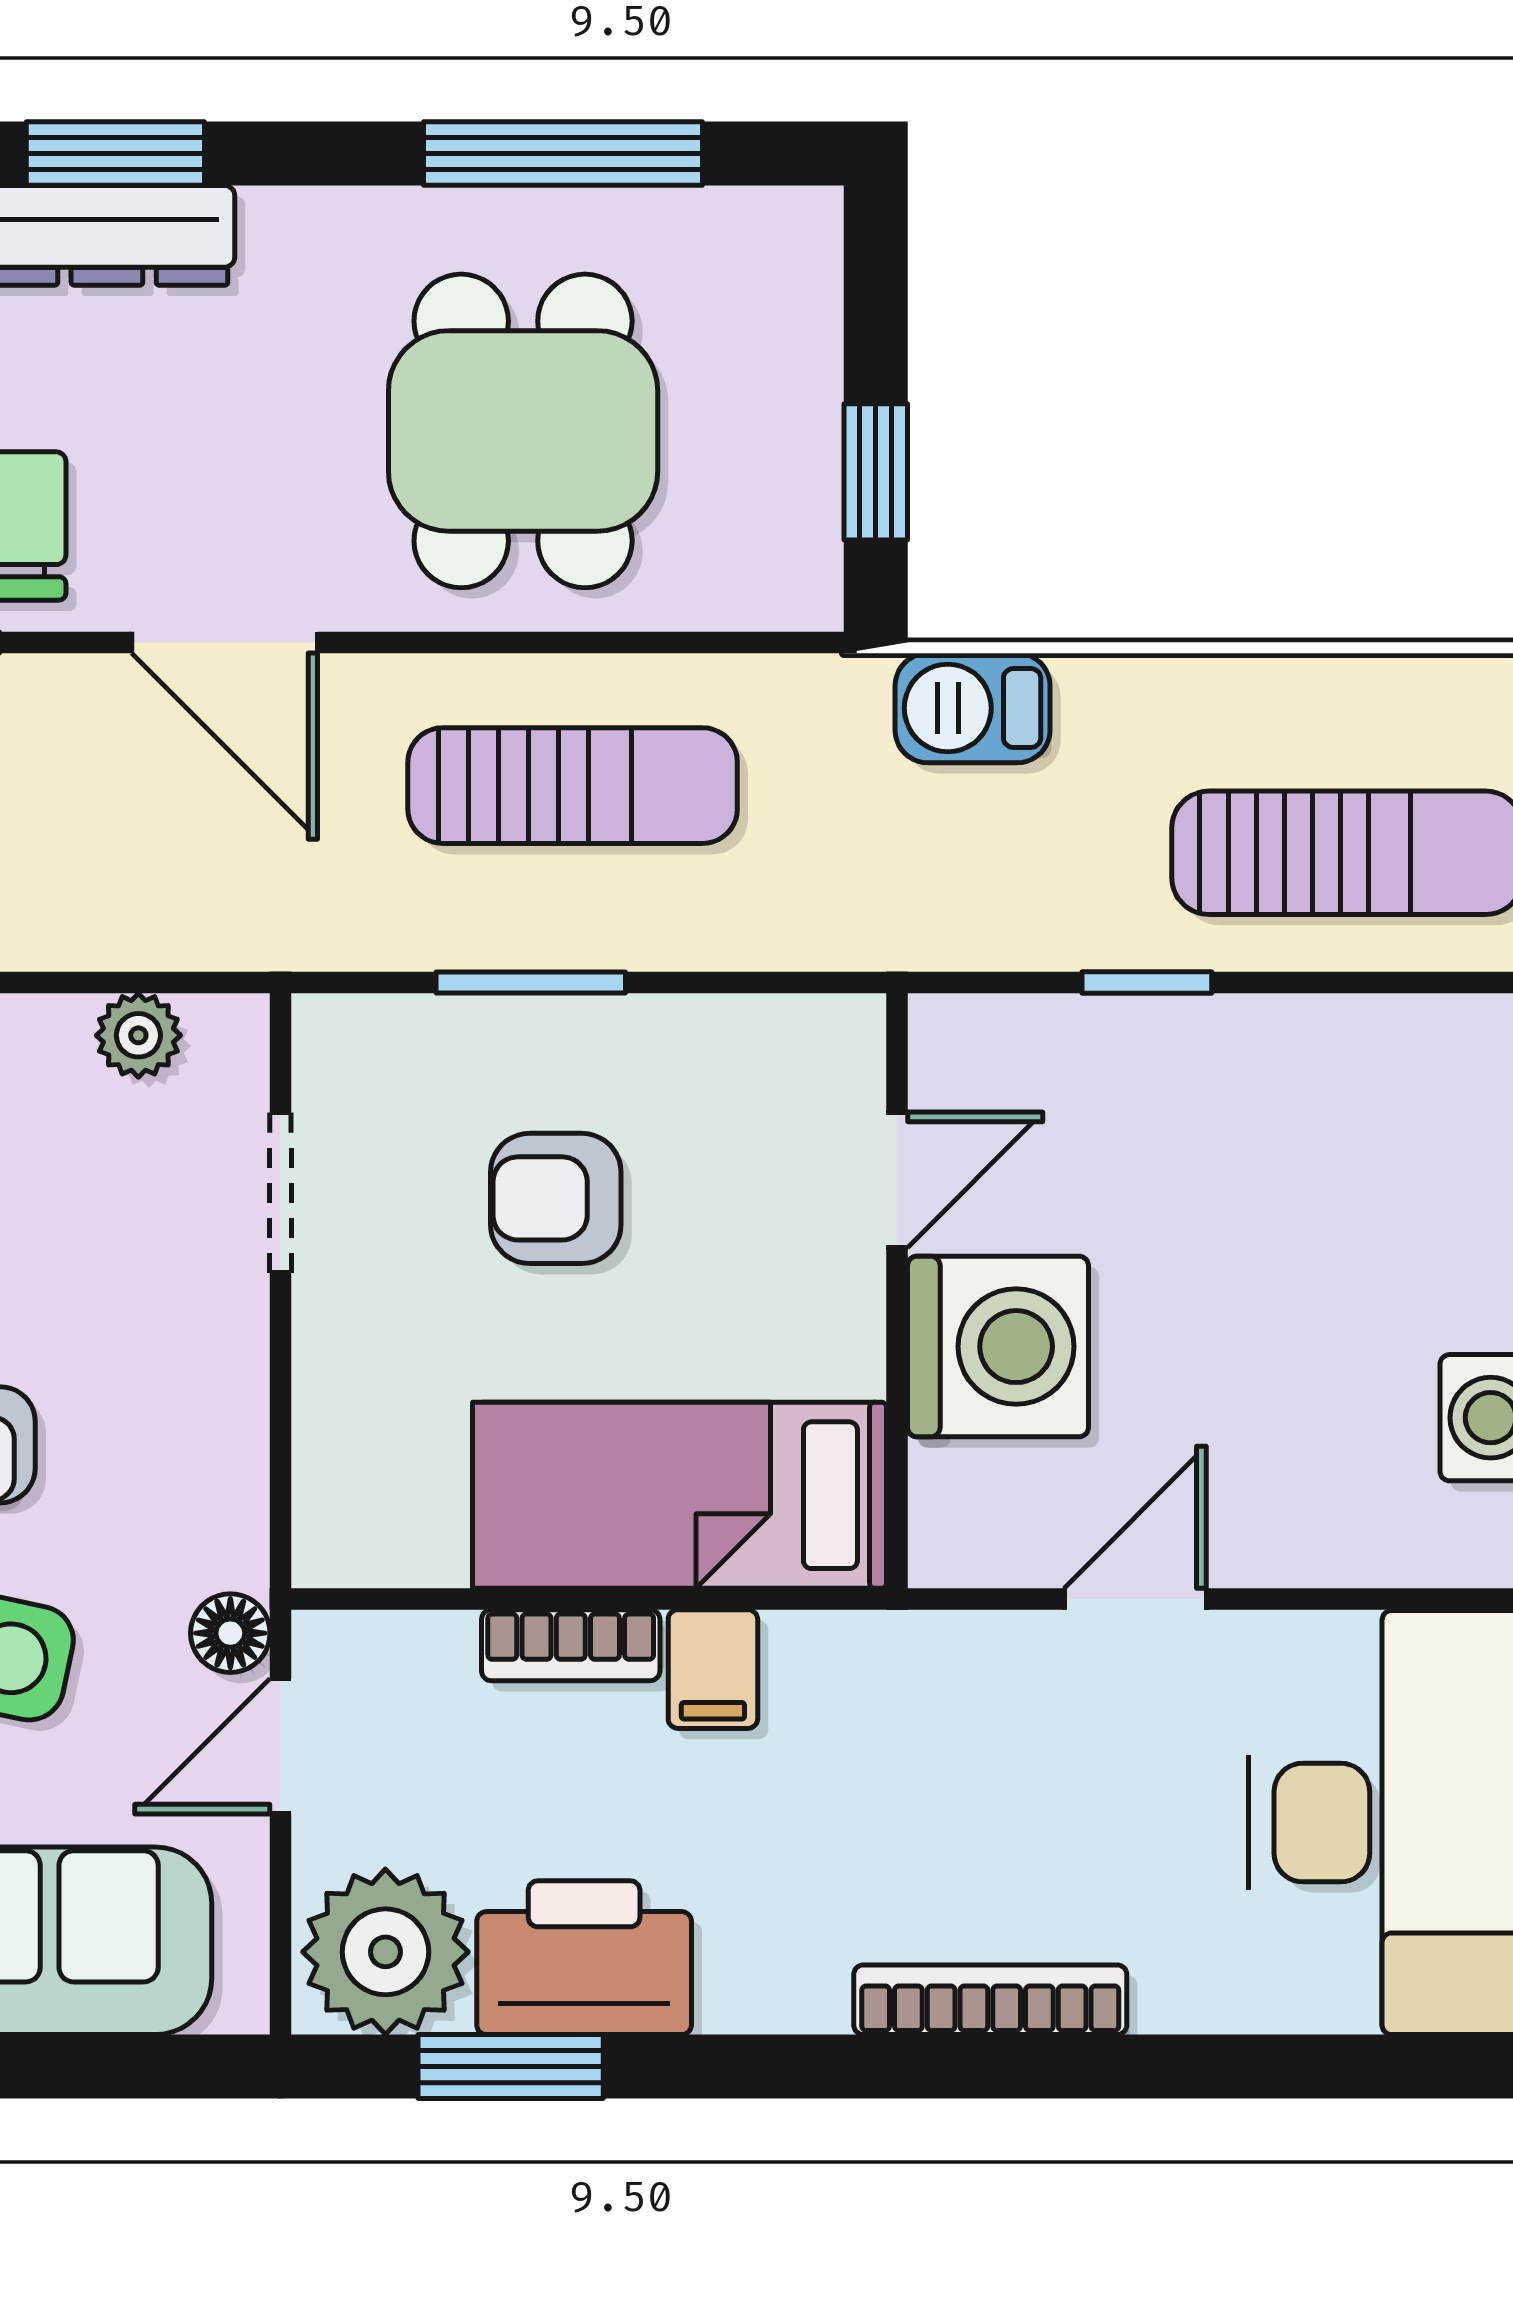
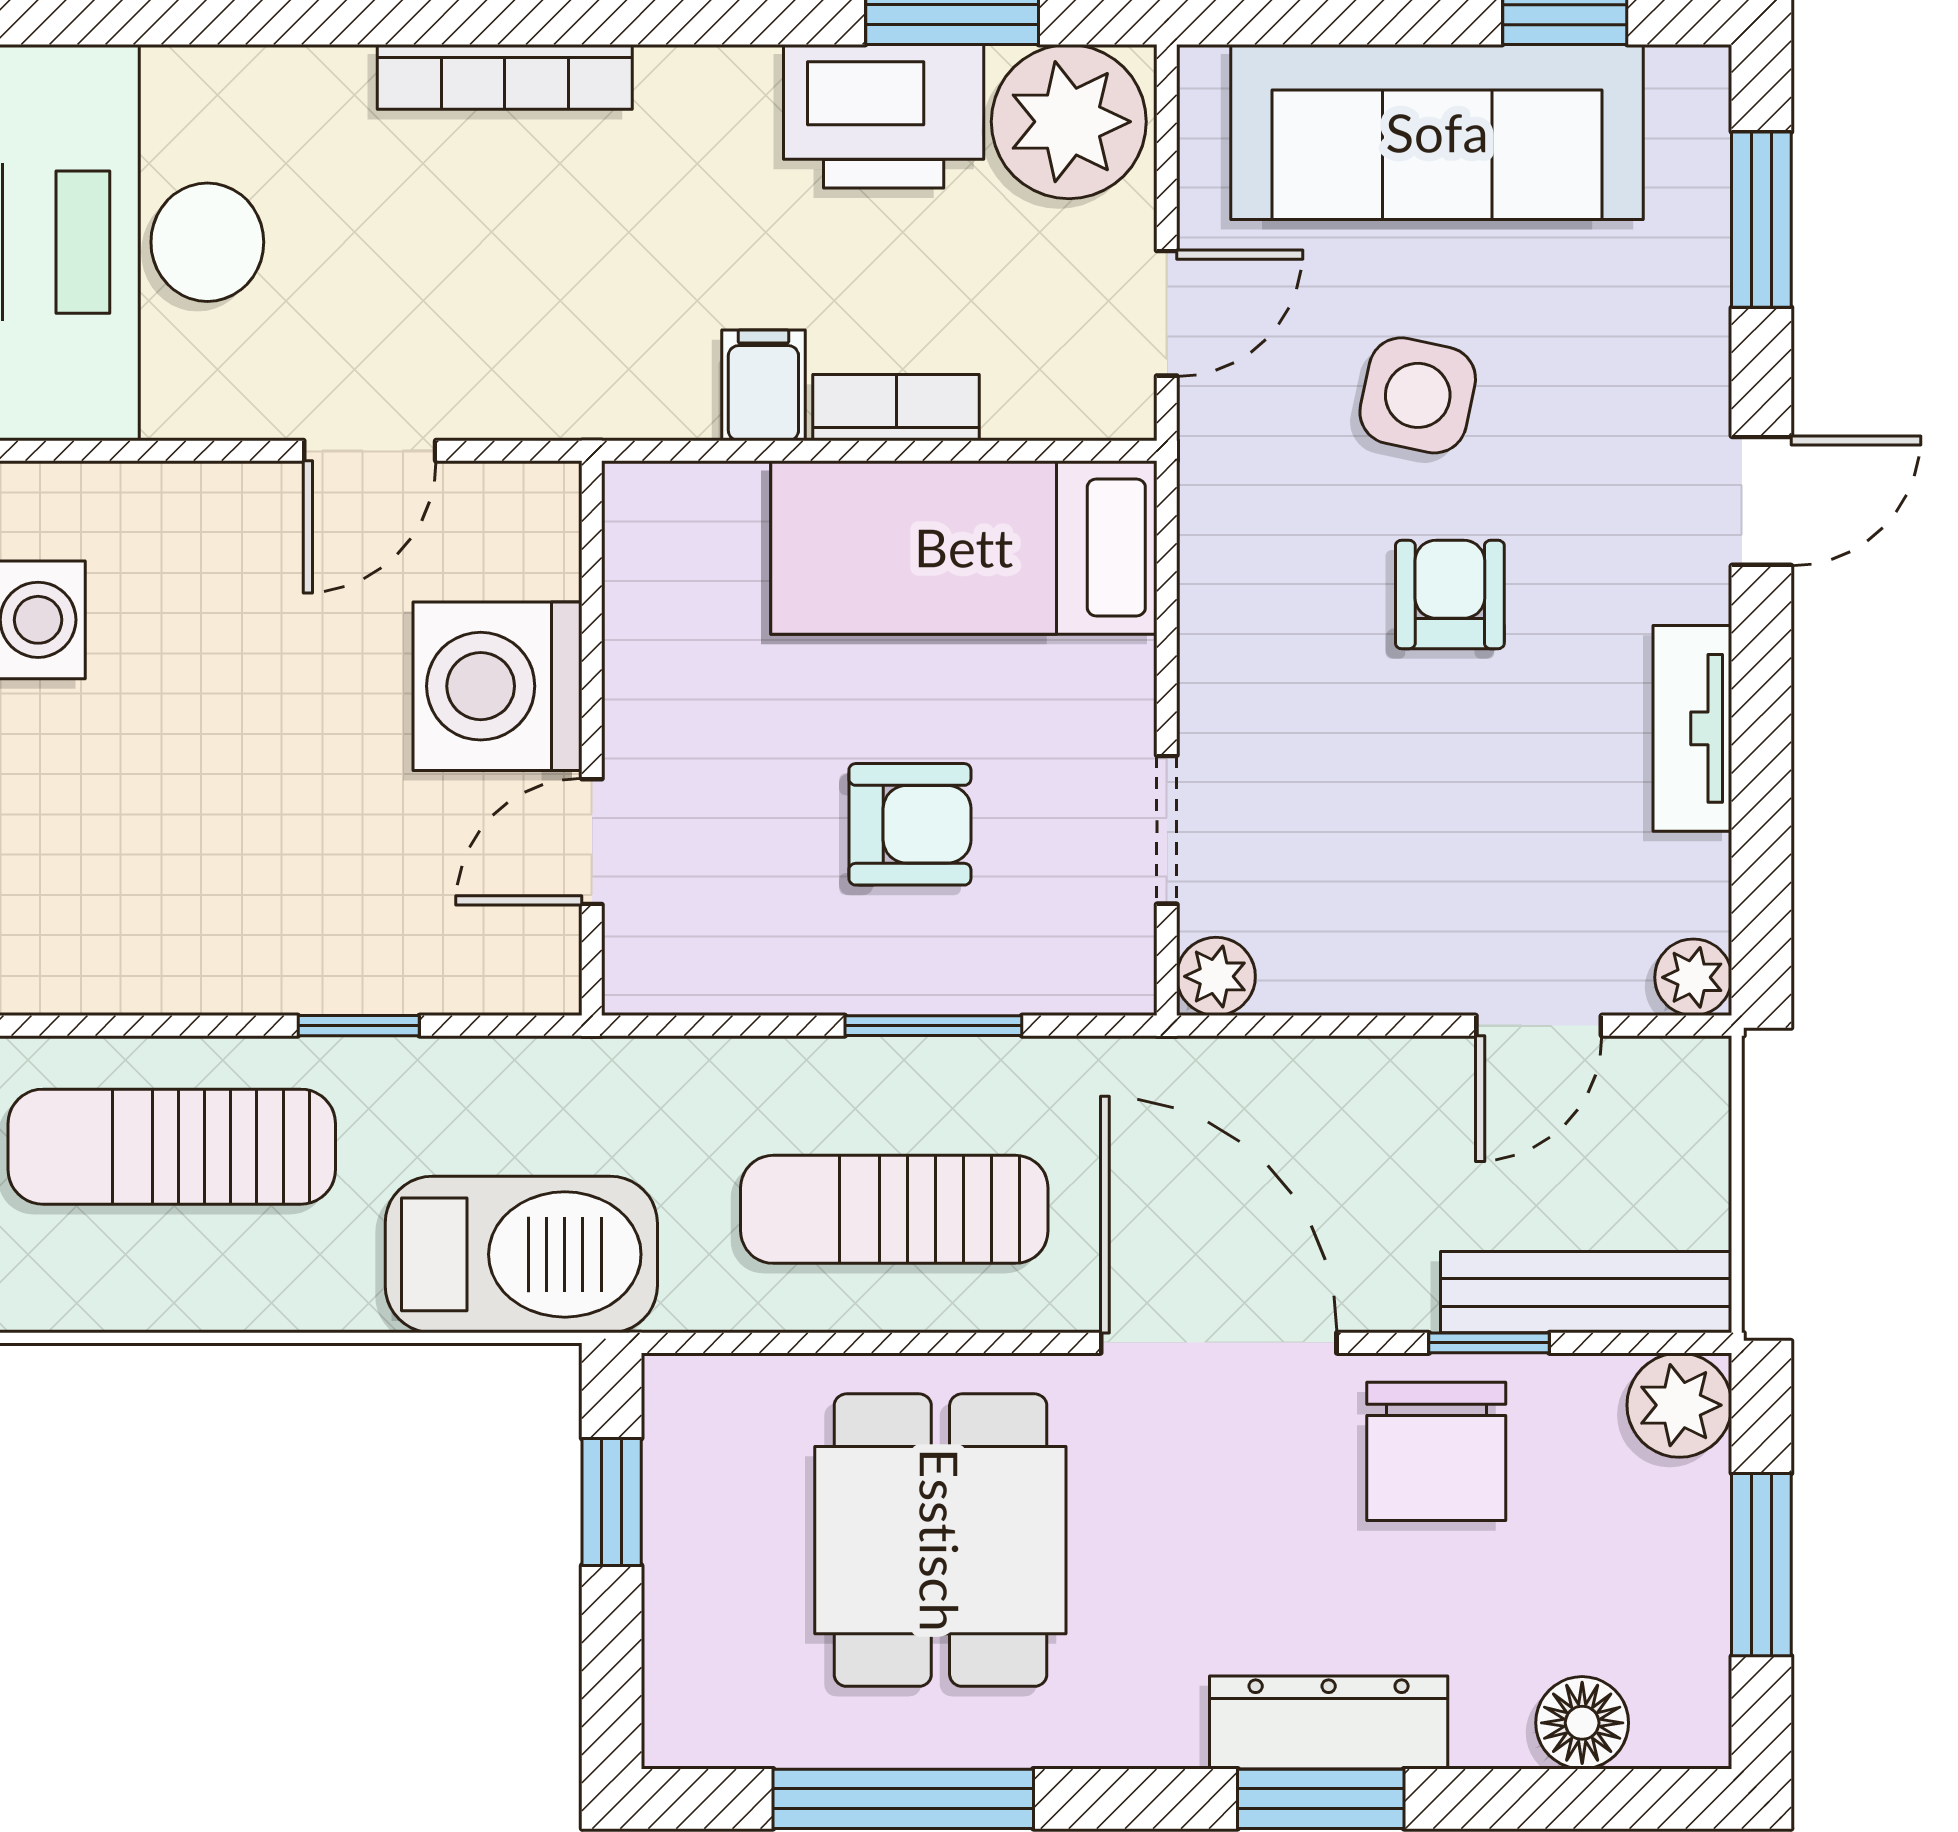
door: (225, 642) -> (1219, 1343), width x1.36
barbecue: (973, 708) -> (521, 1254), width x1.88, depth x1.53
plant: (138, 1035) -> (1216, 976), moved
bed: (679, 1495) -> (964, 547), moved, turned 180
floor lamp: (230, 1633) -> (1214, 419), removed

